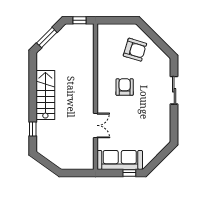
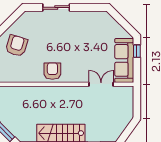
armchair: (125, 87) -> (52, 71), moved, turned 90
double door: (95, 125) -> (101, 84), moved

